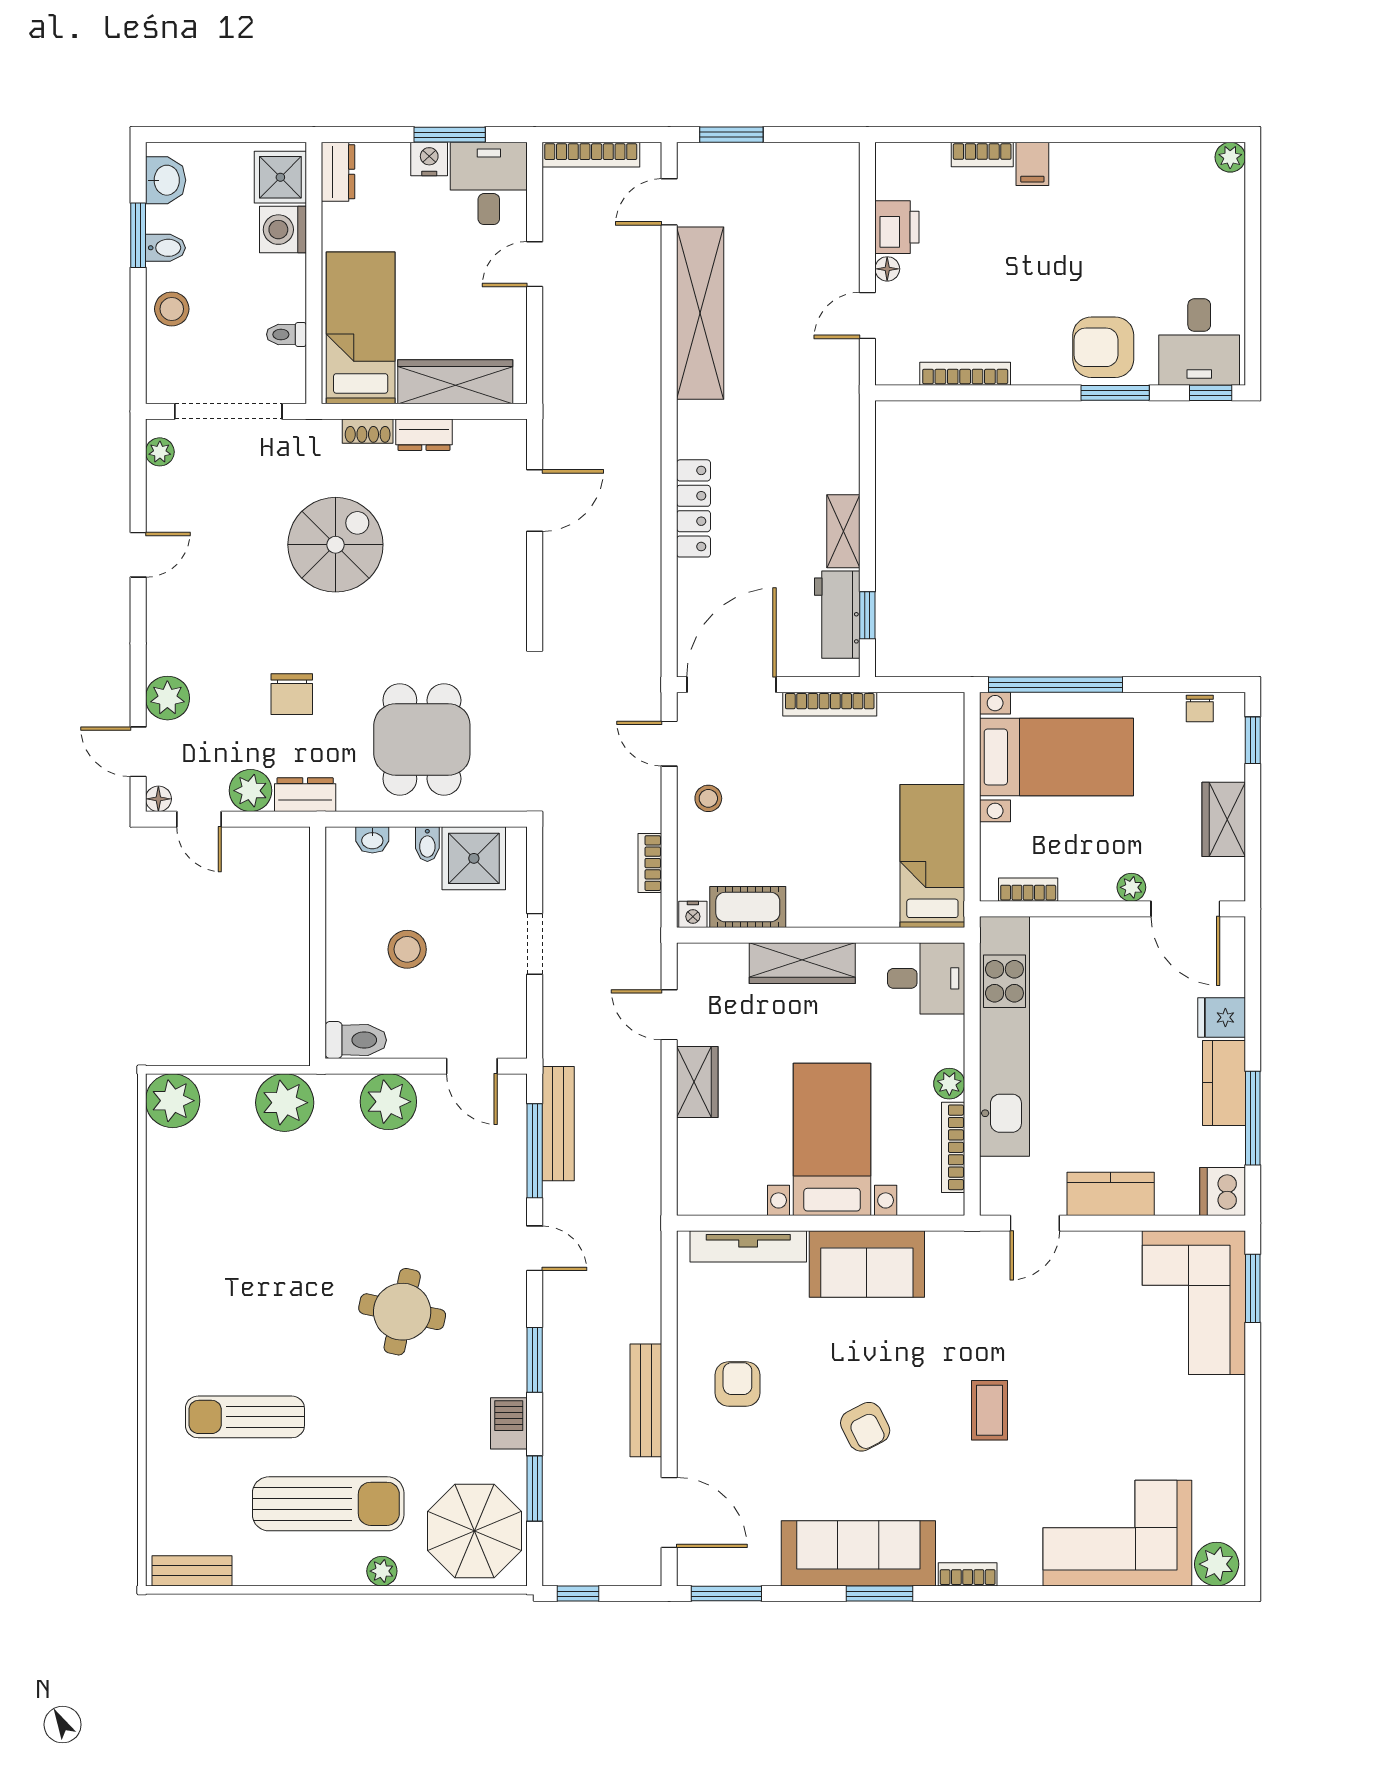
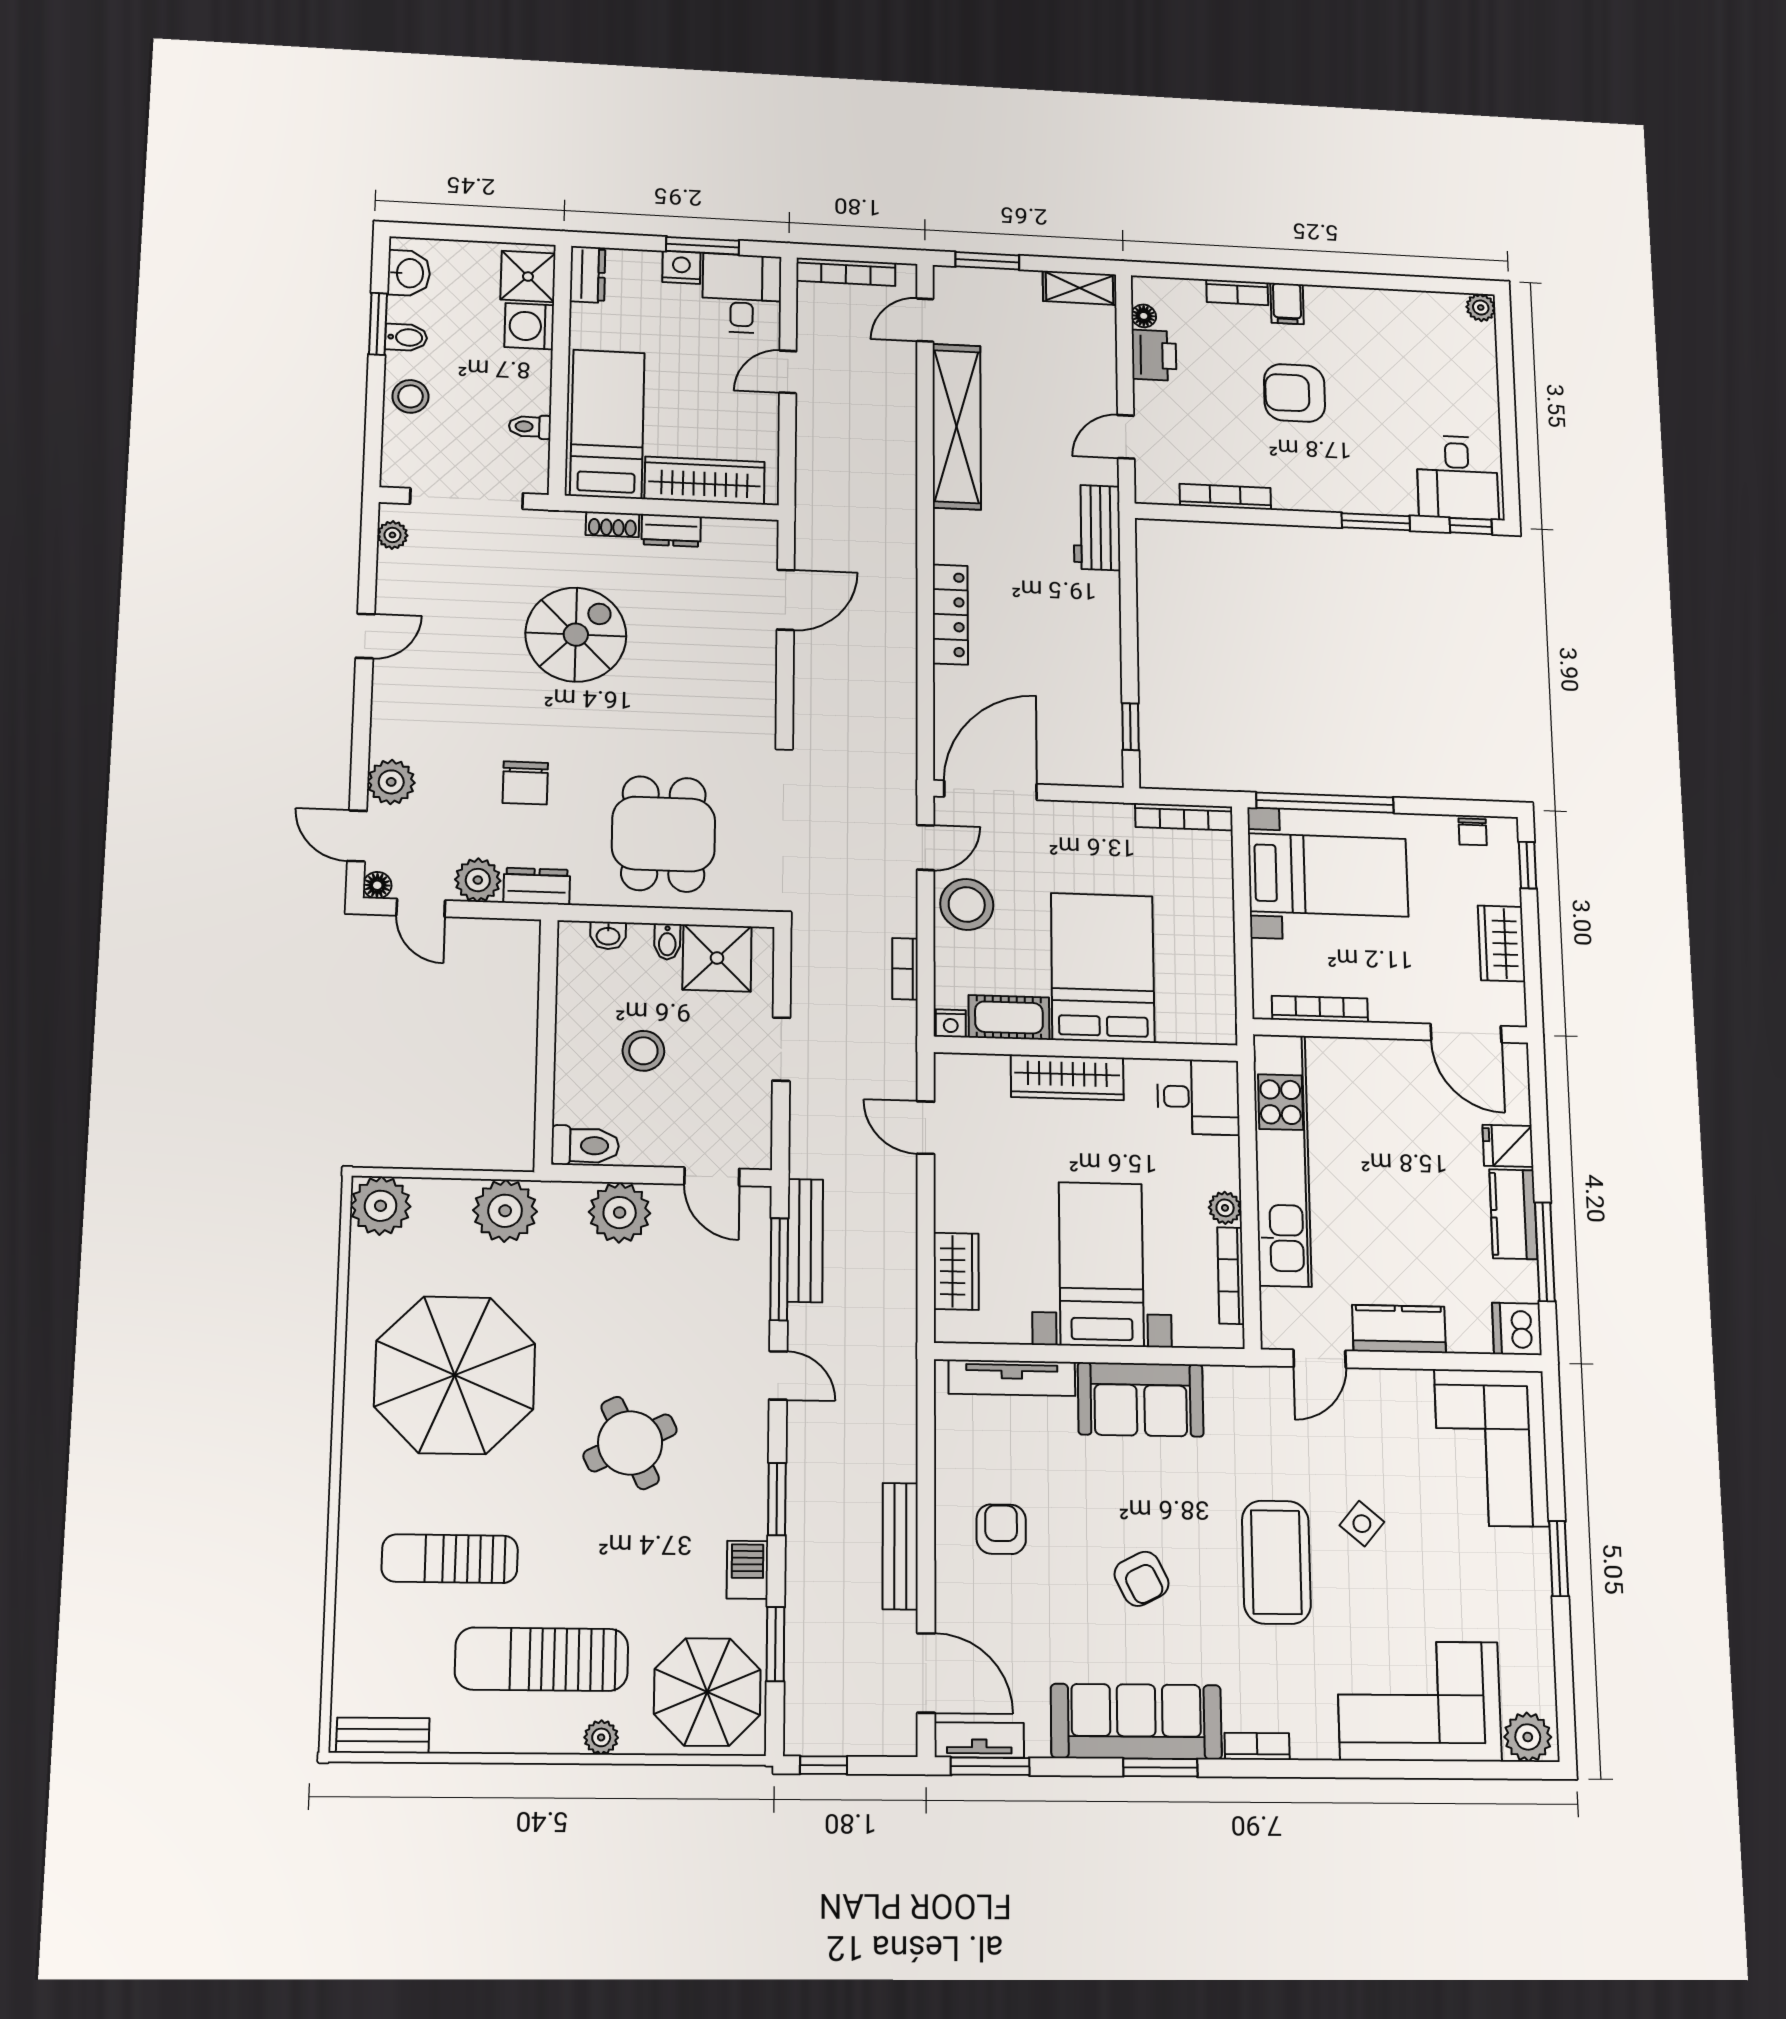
floor lamp: (887, 269) -> (1144, 316), moved
armchair: (1103, 347) -> (1295, 393), moved
shelving: (843, 531) -> (1080, 288), moved, turned 90
workbench: (837, 615) -> (1097, 528), moved
bookcase: (830, 704) -> (1184, 817), moved
door: (669, 744) -> (925, 847), swing flipped
stool: (708, 798) -> (967, 904), width x1.89, depth x1.89
bed: (932, 856) -> (1103, 968), moved, width x1.50
plant: (1131, 887) -> (1409, 1009), removed
bookcase: (1028, 890) -> (1320, 1009), width x1.56
wardrobe: (697, 1082) -> (956, 1271), moved
parasol: (244, 1253) -> (455, 1375), added
window: (1253, 1288) -> (1559, 1559), moved
round table: (402, 1312) -> (630, 1443), turned -38
side table: (1070, 1374) -> (1362, 1524), added
coffee table: (989, 1410) -> (1276, 1562), width x1.86, depth x1.72
sun lounger: (328, 1504) -> (542, 1659), turned 180
tv unit: (717, 1571) -> (979, 1740), added

